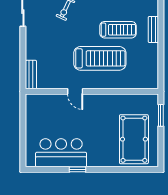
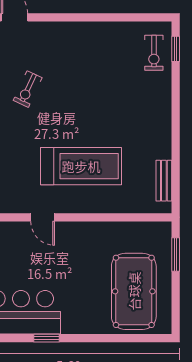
treadmill: (118, 30) -> (109, 122), removed
bench: (153, 30) -> (164, 181), moved

